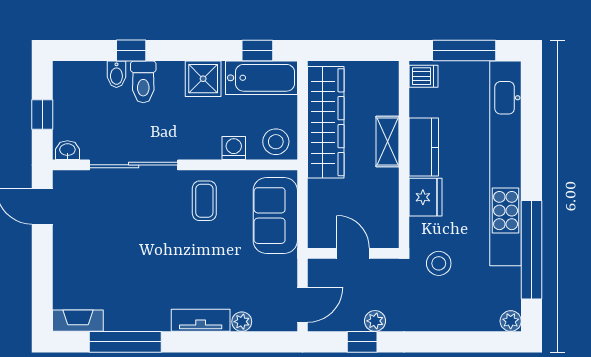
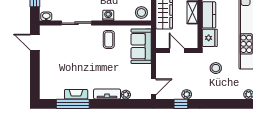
washing machine: (234, 148) -> (108, 15), moved
sliding door: (134, 165) -> (76, 23), width x0.73
door: (353, 253) -> (177, 50), moved
wall: (353, 253) -> (177, 50), moved
fireplace: (78, 321) -> (76, 94), moved

